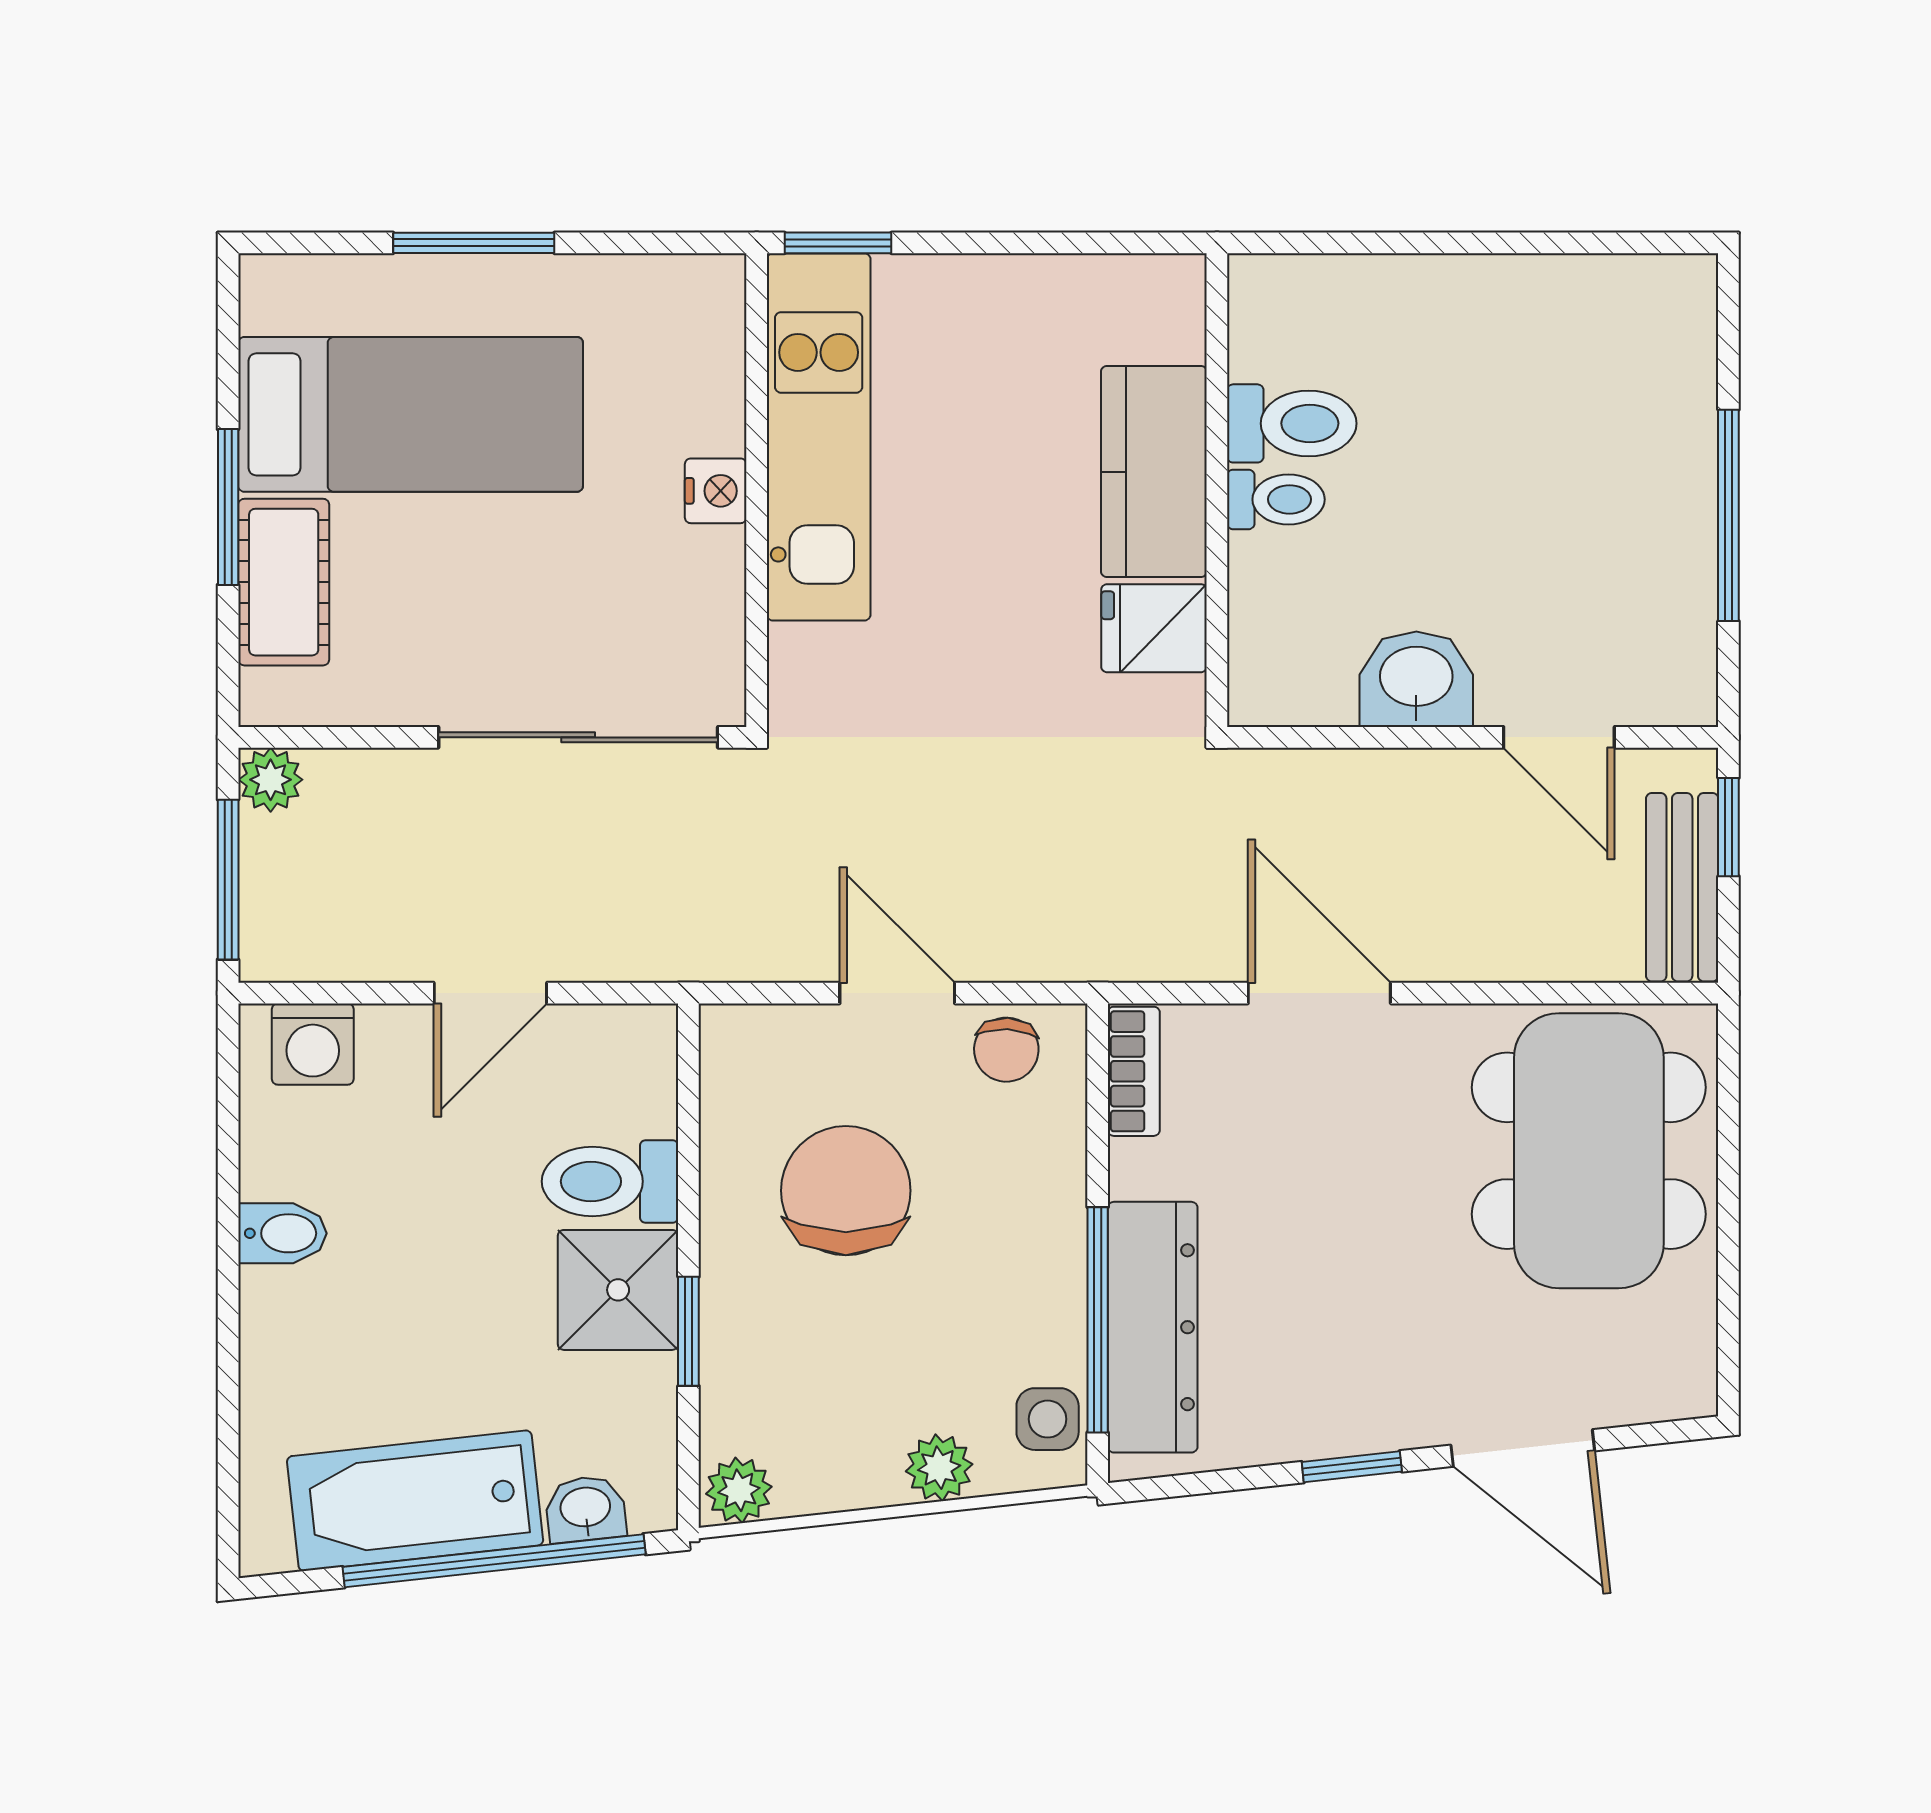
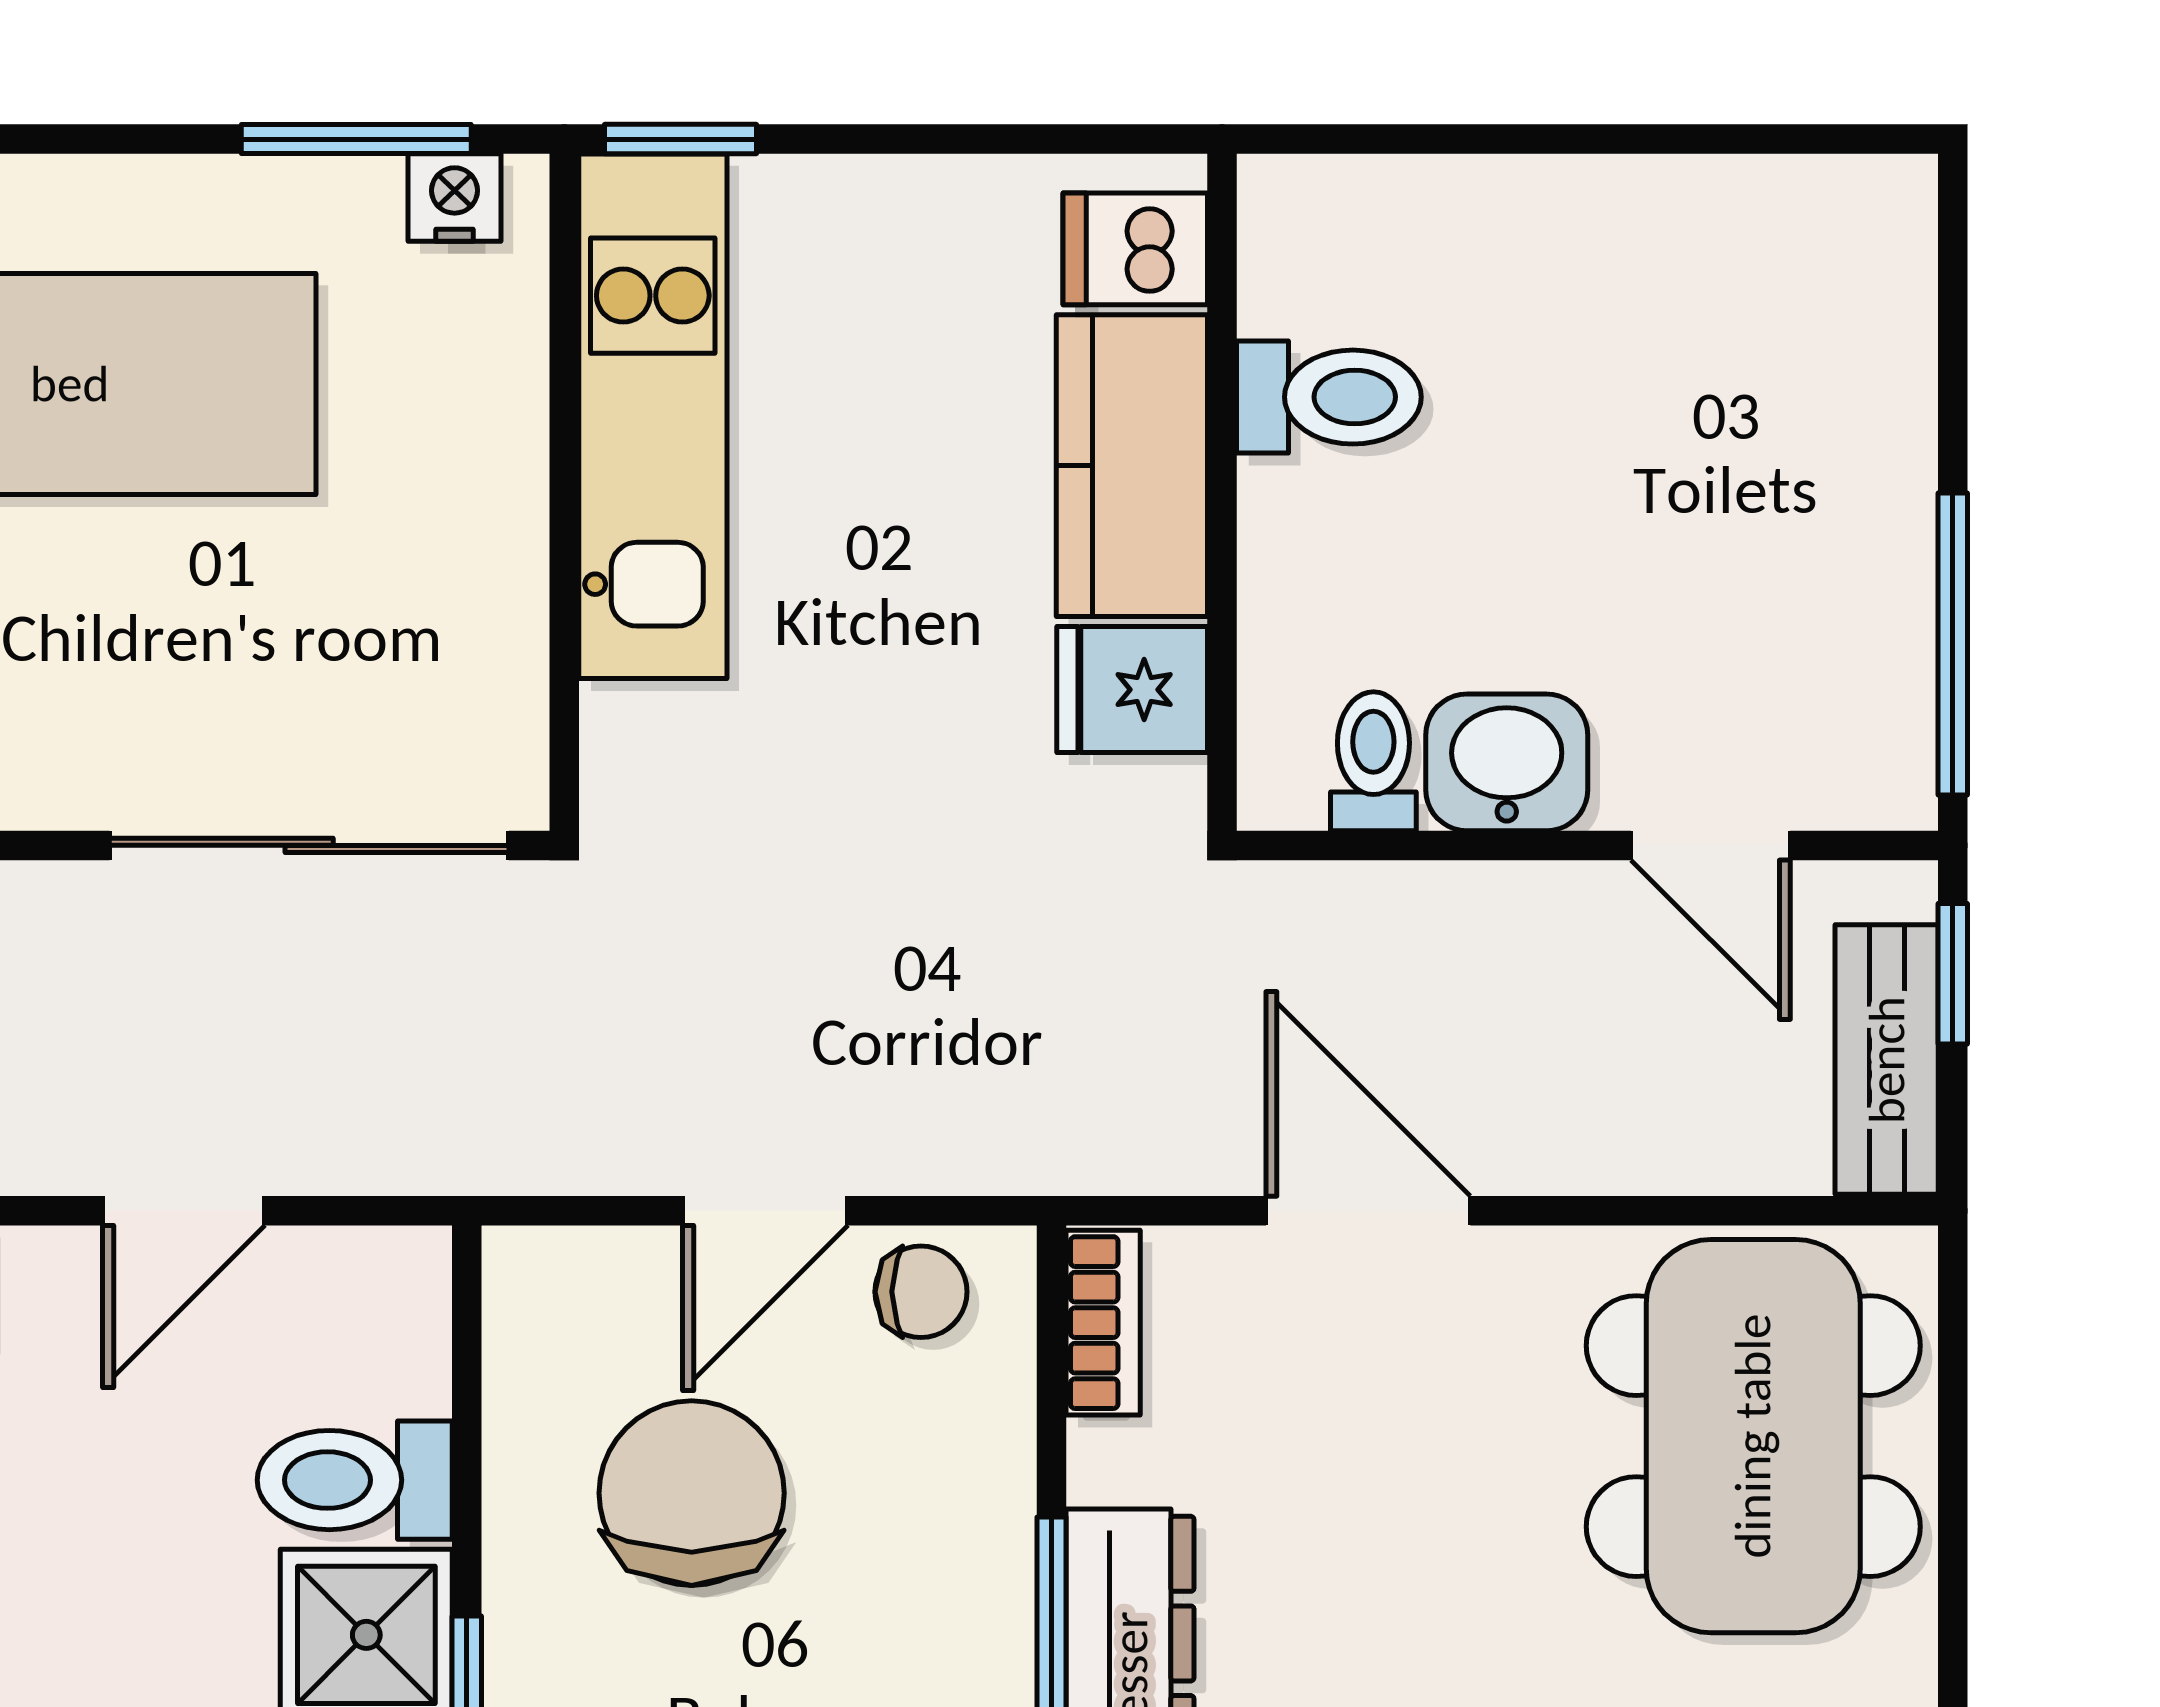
window: (474, 243) -> (356, 139), moved
dishwasher: (1156, 320) -> (1135, 249), added
nightstand: (716, 491) -> (455, 197), moved, turned -90
toilet: (1276, 499) -> (1373, 761), moved, turned -90
window: (1728, 515) -> (1953, 644), moved
door: (897, 993) -> (765, 1211), swing flipped
chair: (1006, 1050) -> (921, 1292), turned -93

